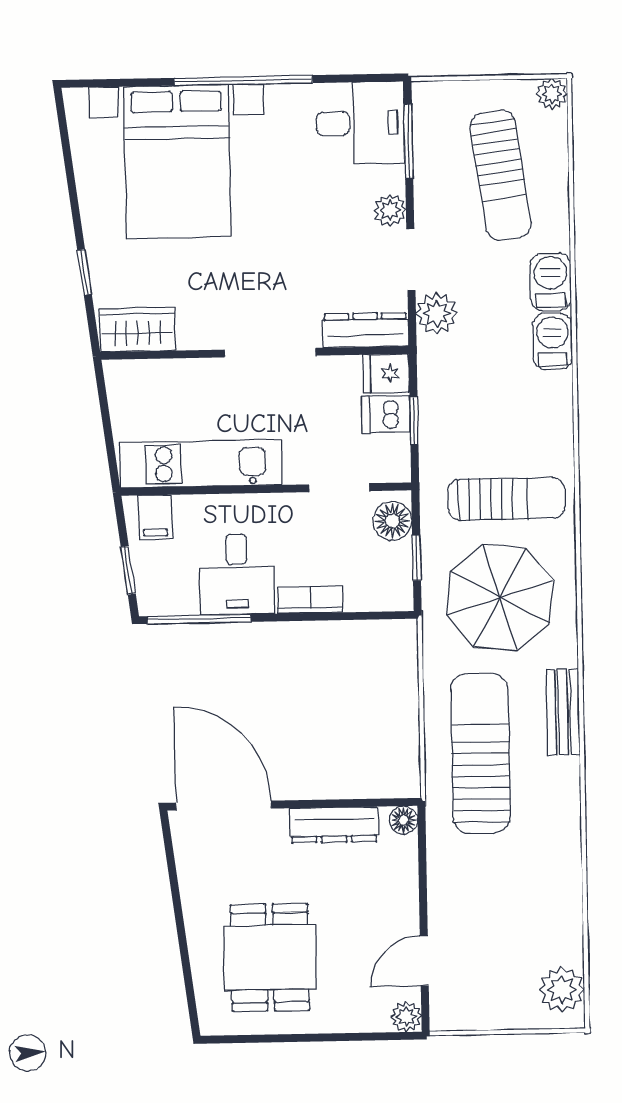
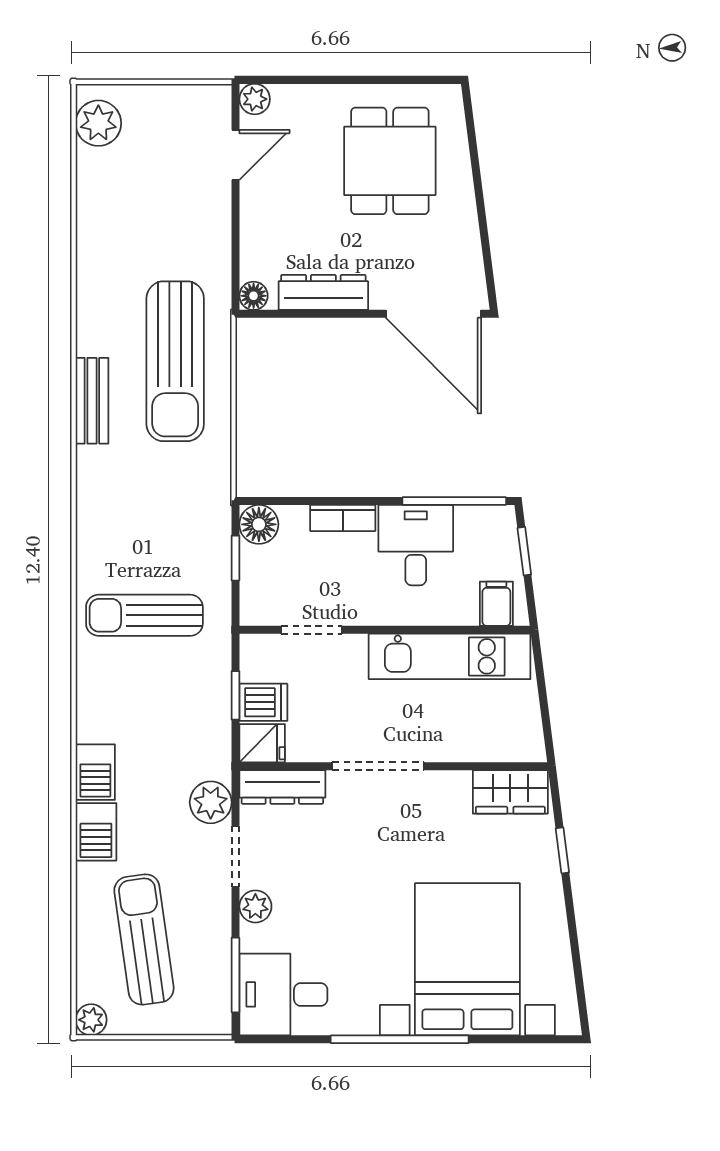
floor lamp: (392, 521) -> (259, 524), moved
parasol: (500, 597) -> (153, 517), removed

